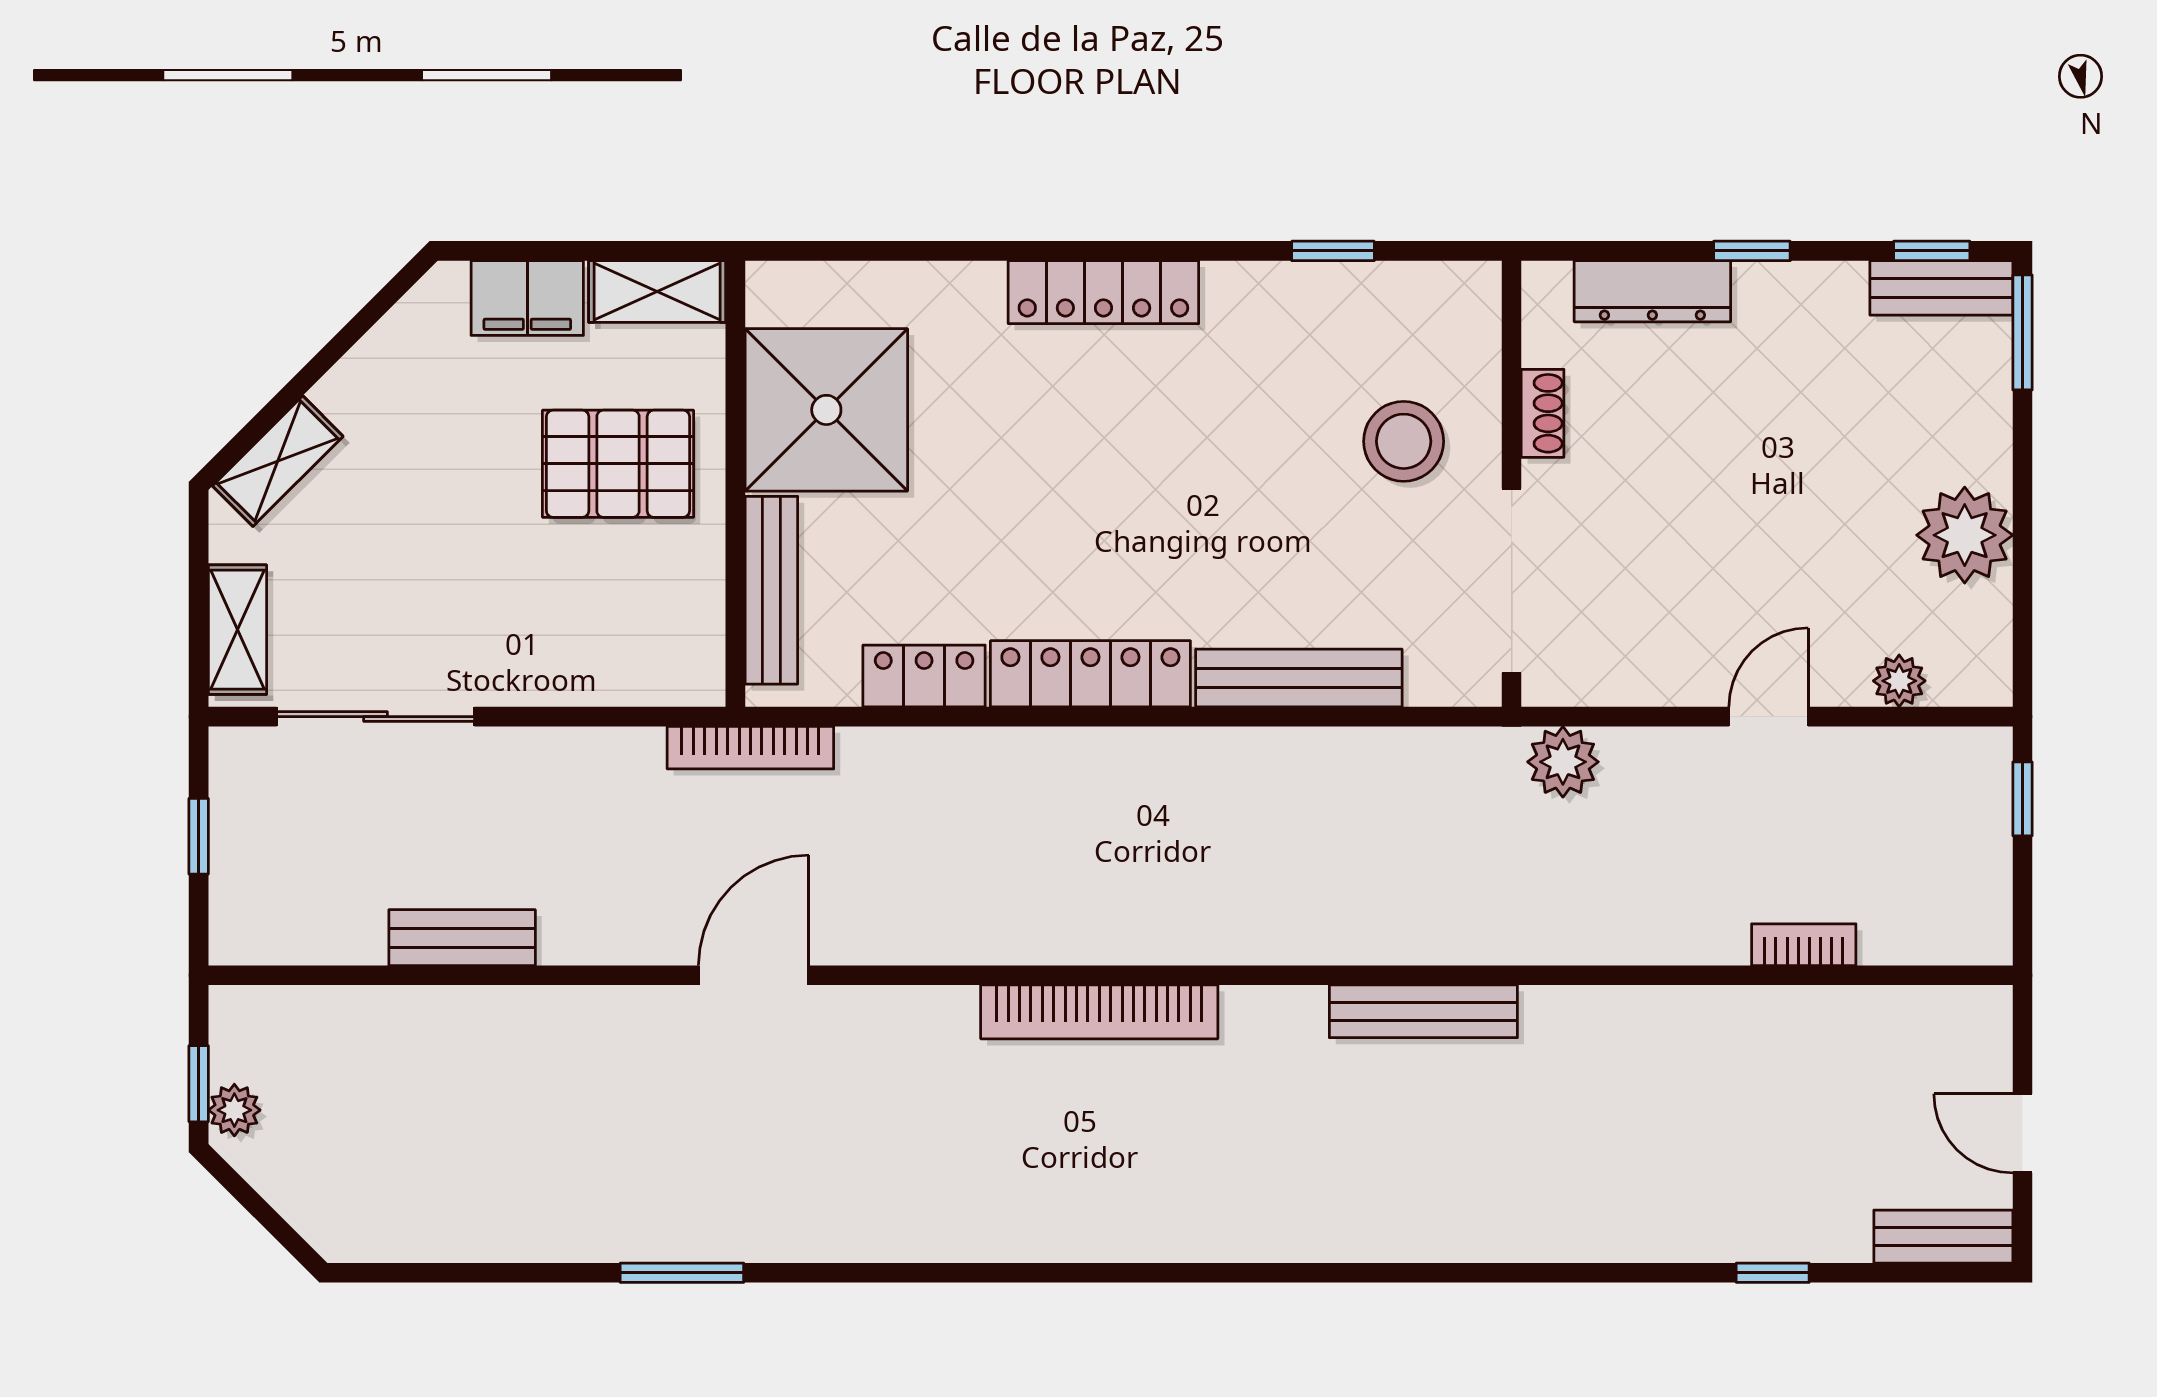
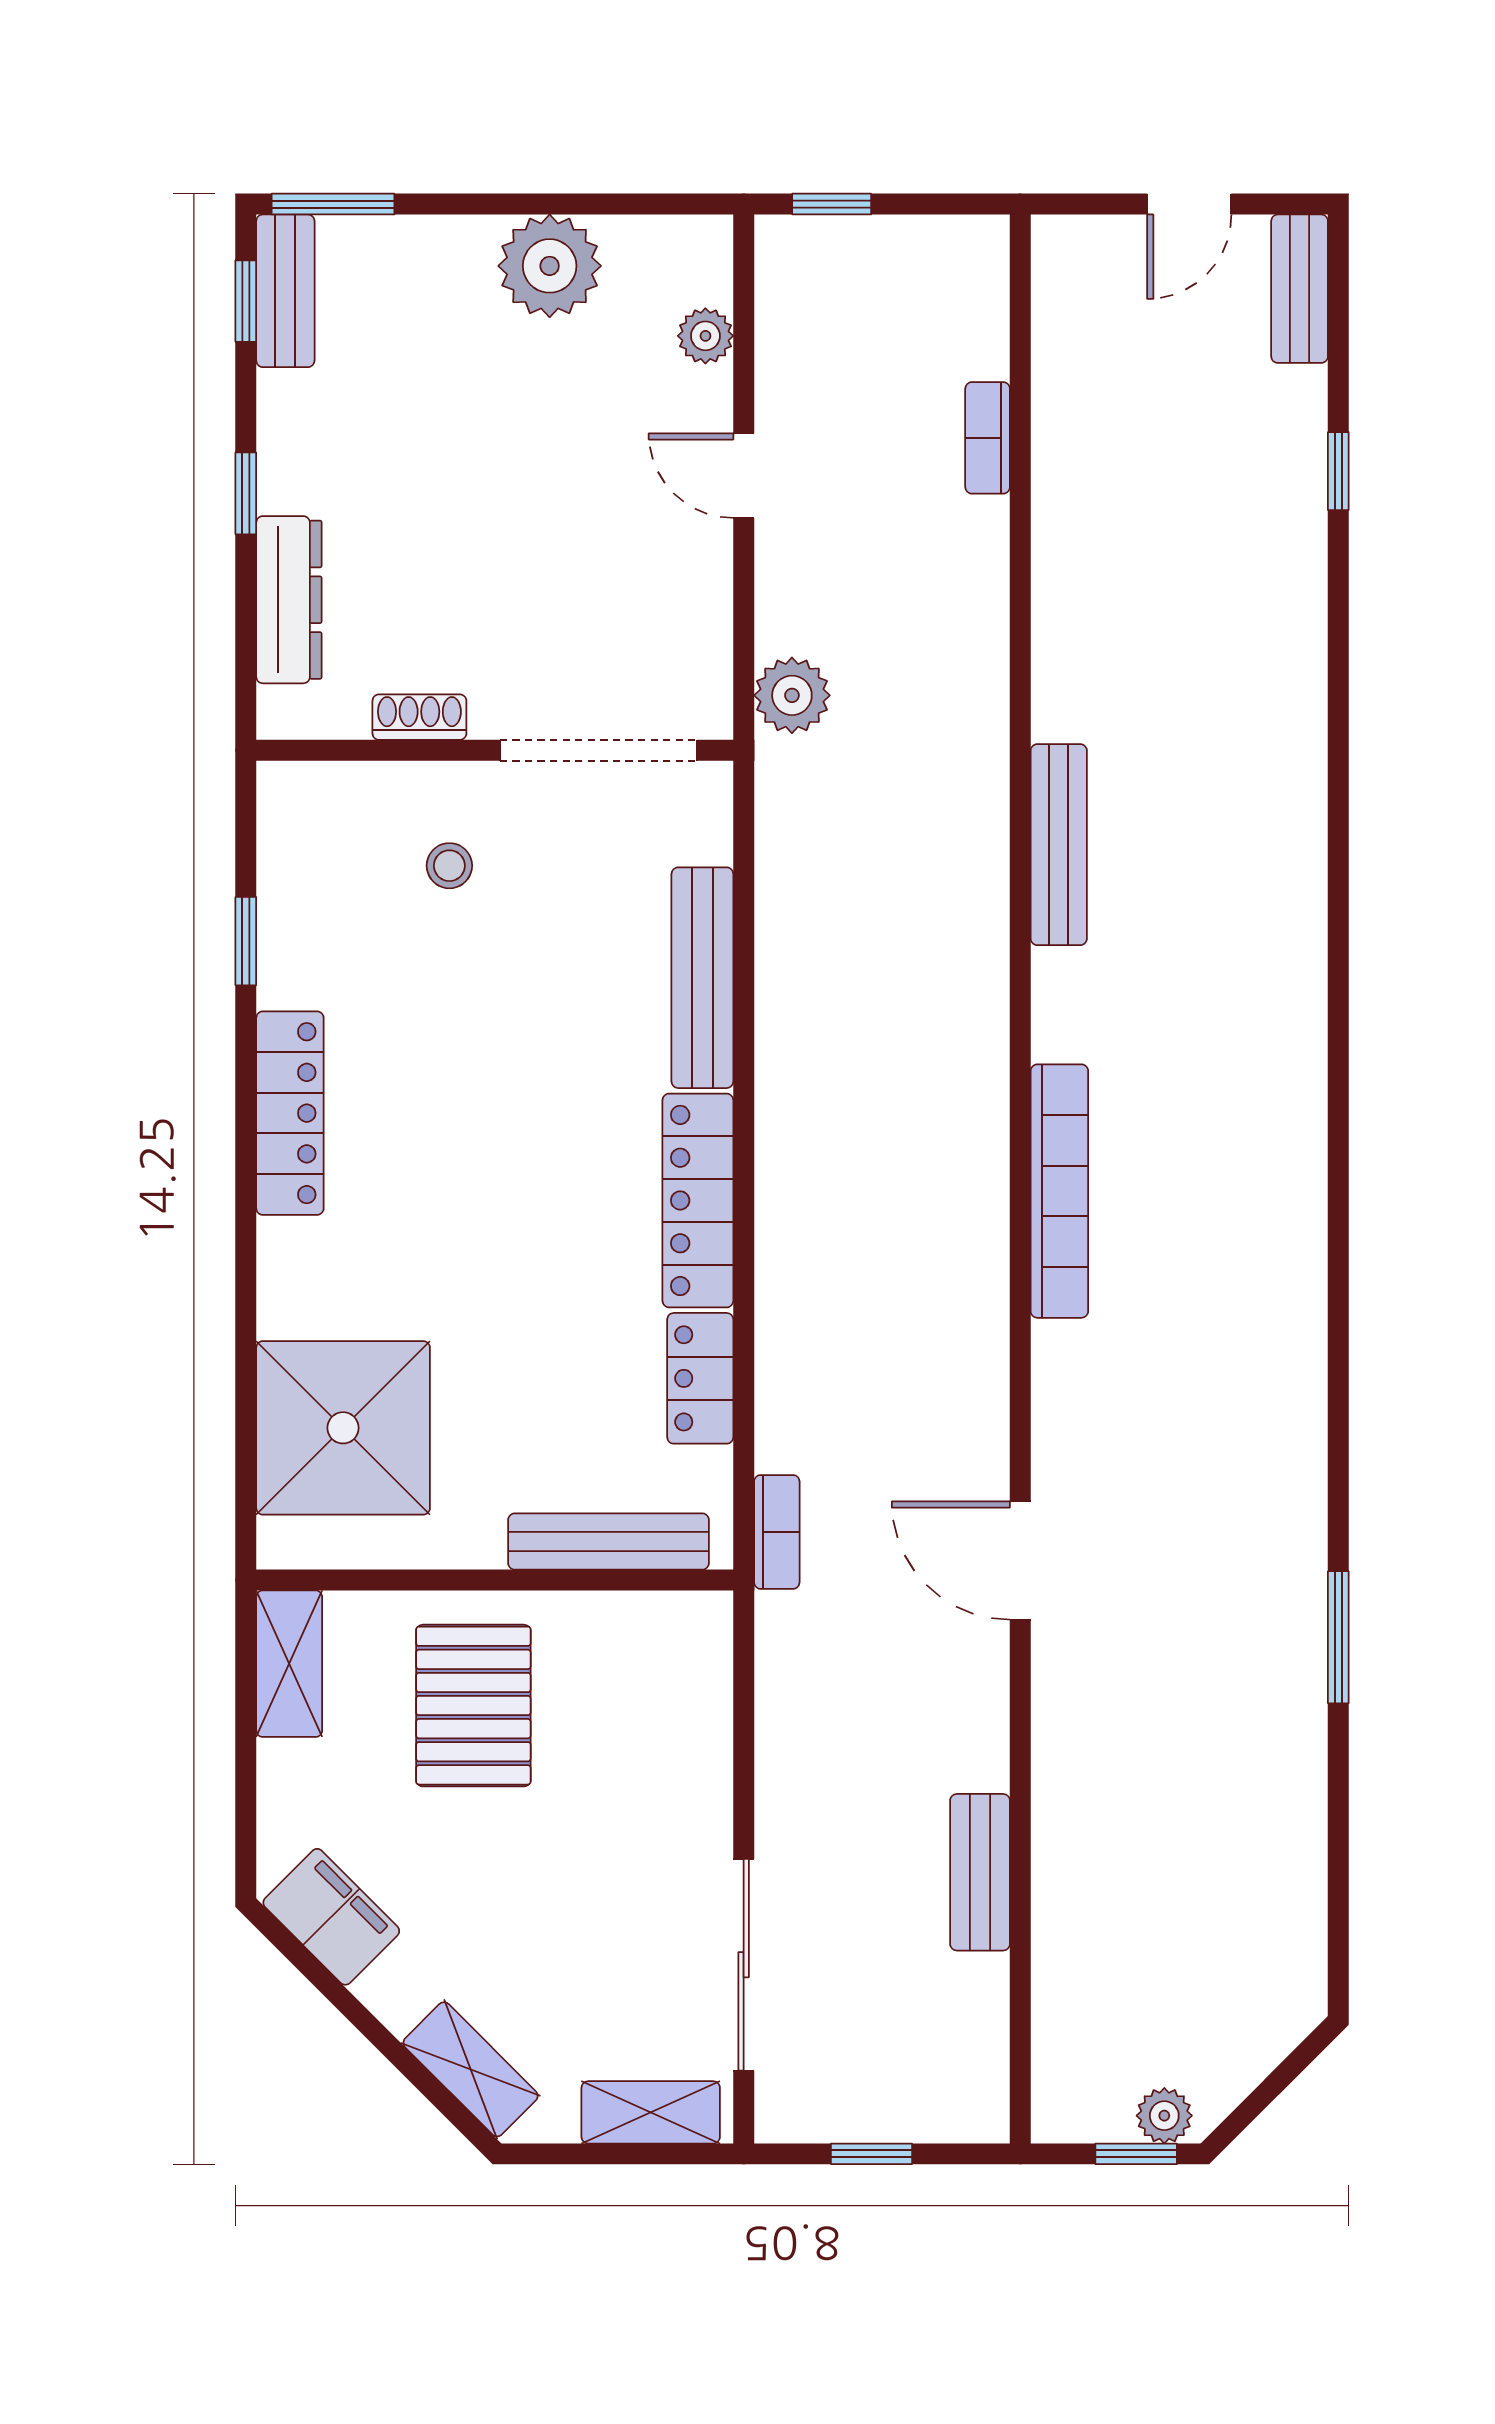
locker: (1103, 292) -> (290, 1113), moved
filing cabinet: (527, 298) -> (331, 1917), moved, turned -45
shower: (826, 410) -> (343, 1428), moved
stool: (1404, 441) -> (449, 866), width x0.53, depth x0.53
bookcase: (750, 748) -> (777, 1532), width x0.64

